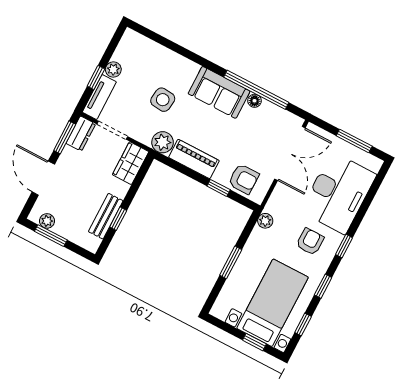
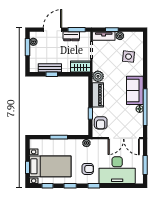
side table: (163, 100) -> (129, 57), moved
dresser: (81, 134) -> (71, 36), moved

